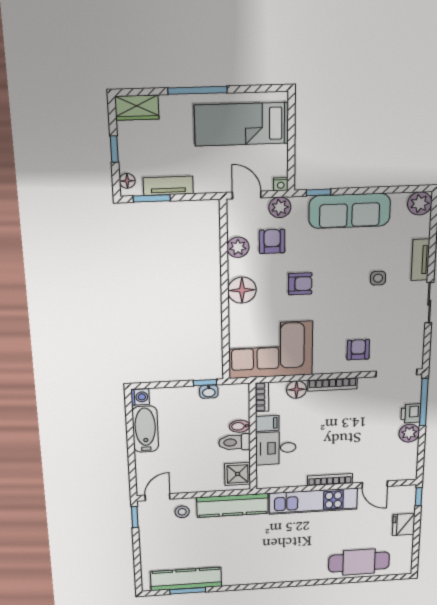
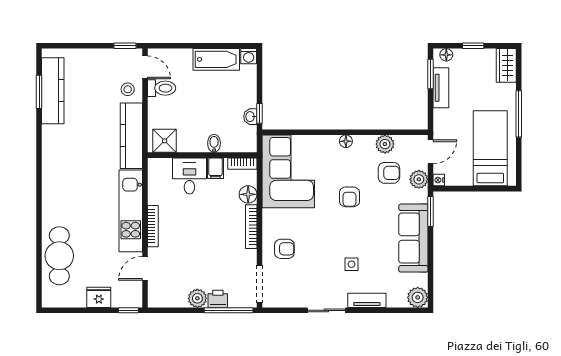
window: (319, 192) -> (431, 212), width x1.50
floor lamp: (242, 290) -> (346, 141), width x0.53, depth x0.53
toilet: (234, 442) -> (162, 88), moved, turned 90

